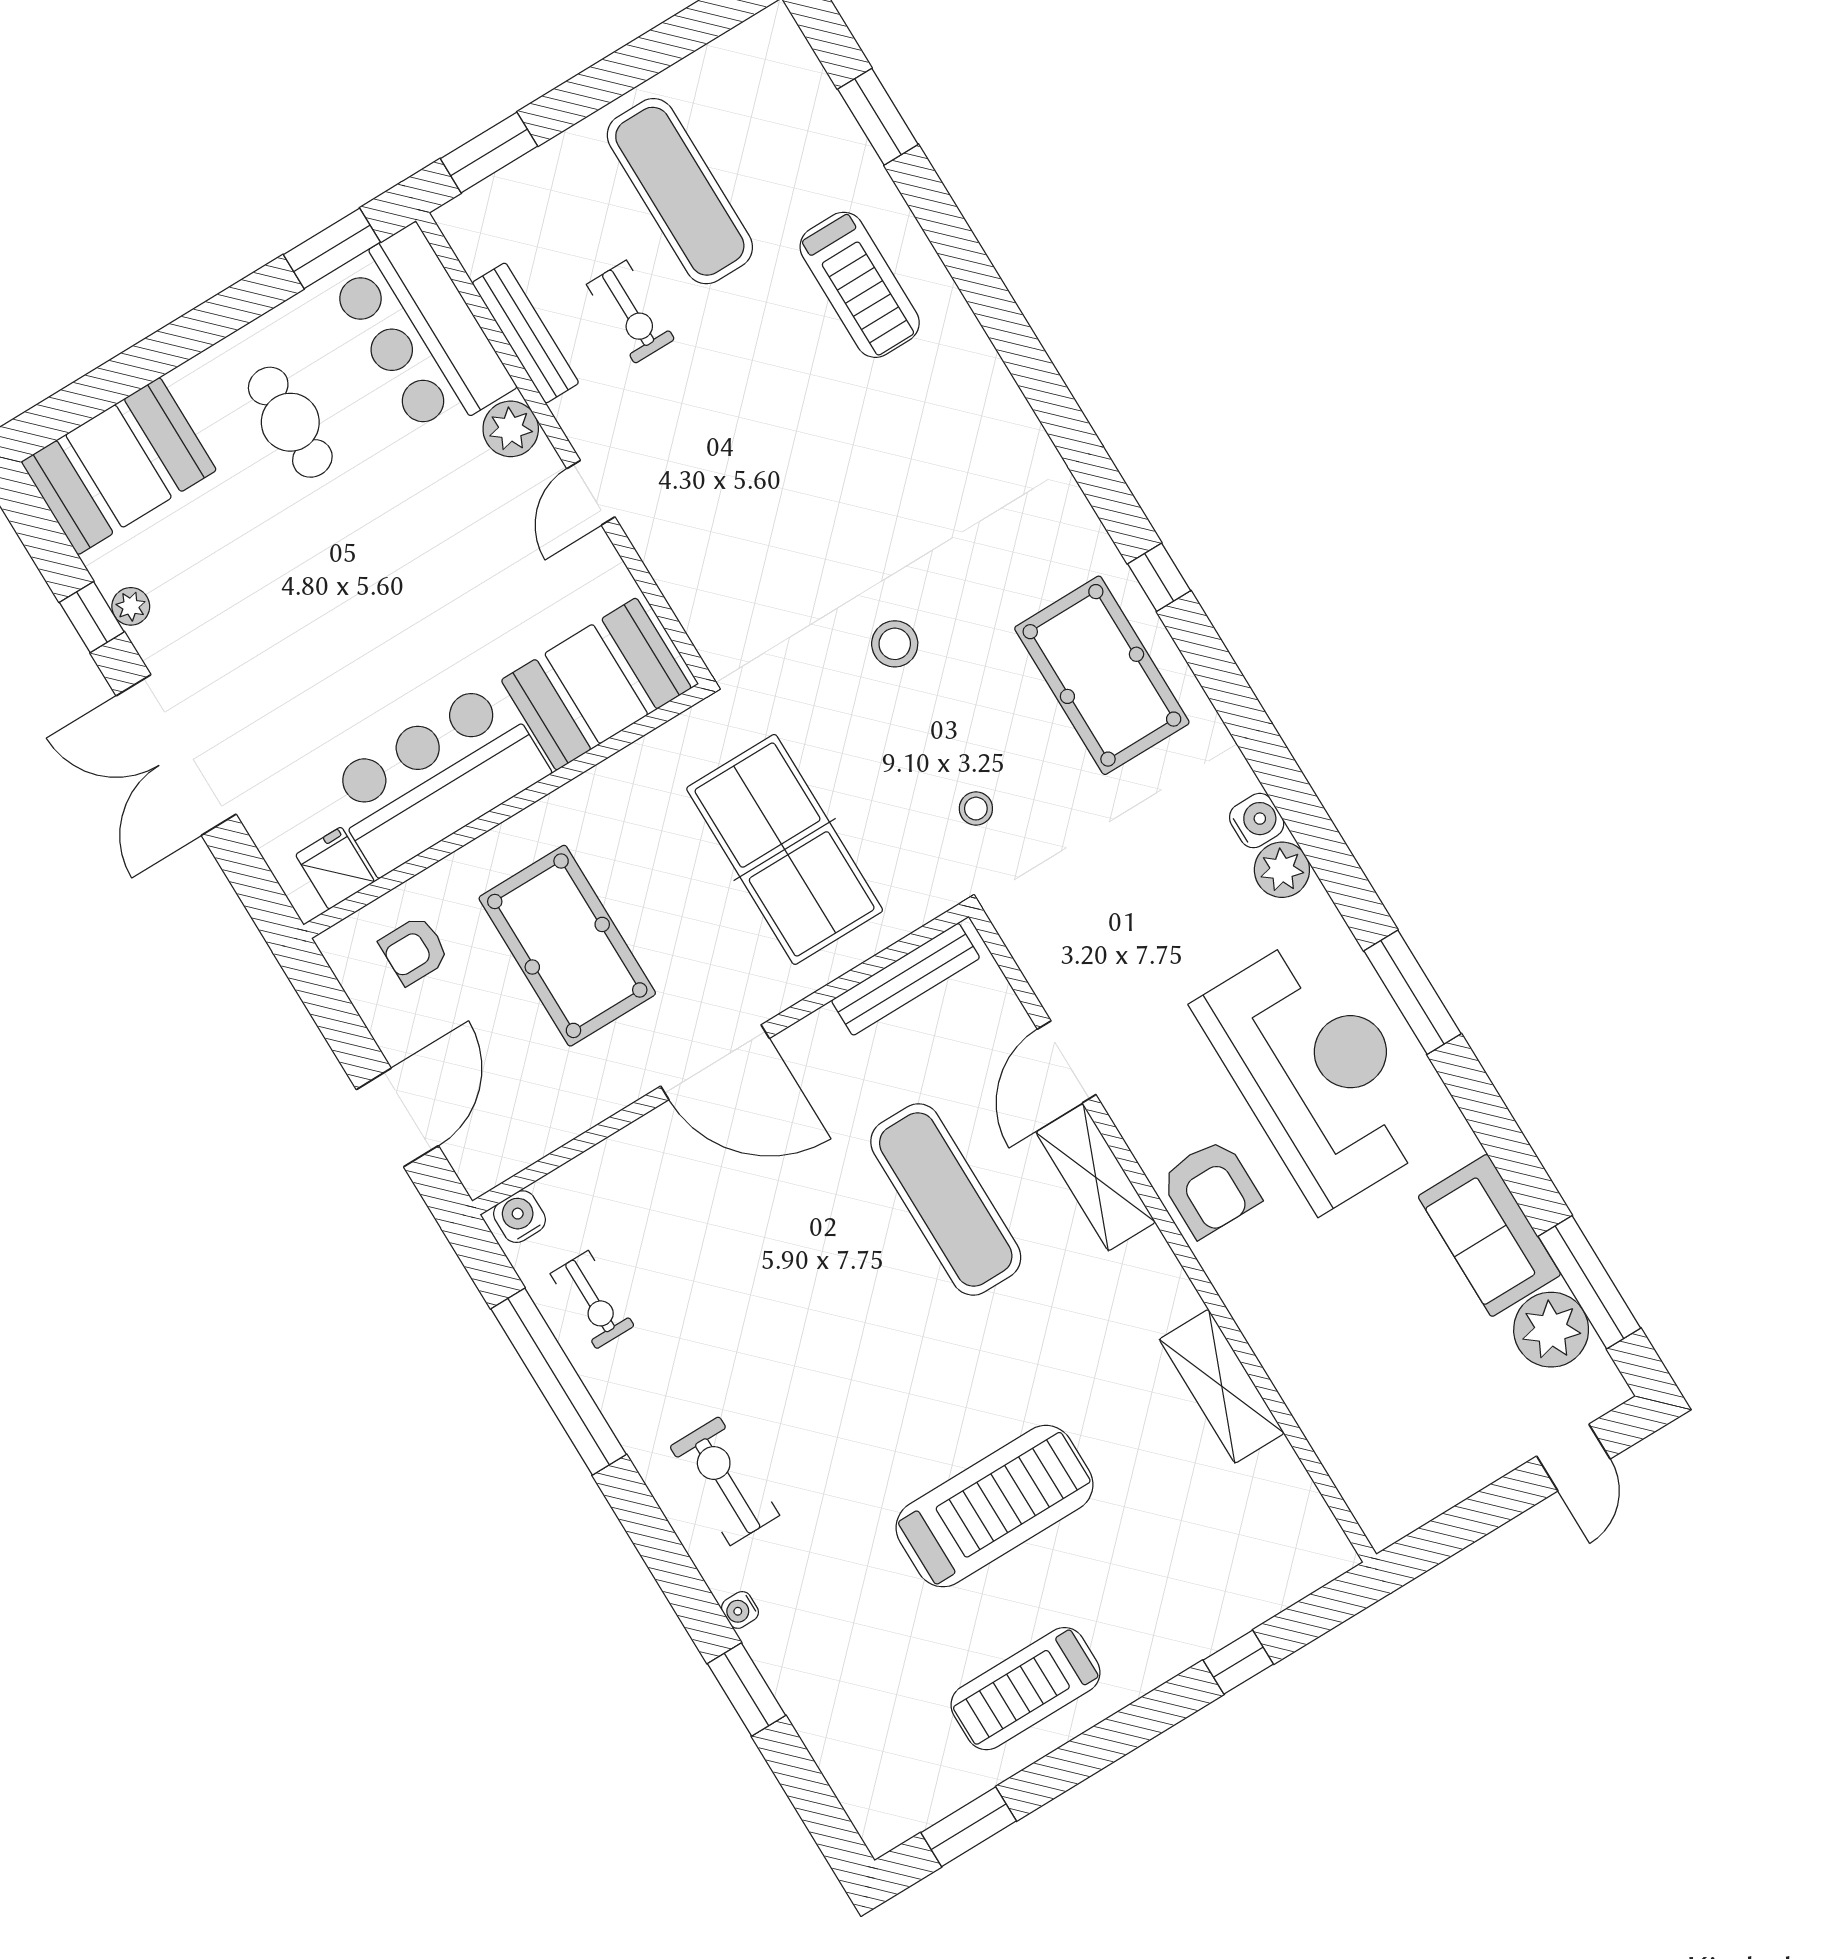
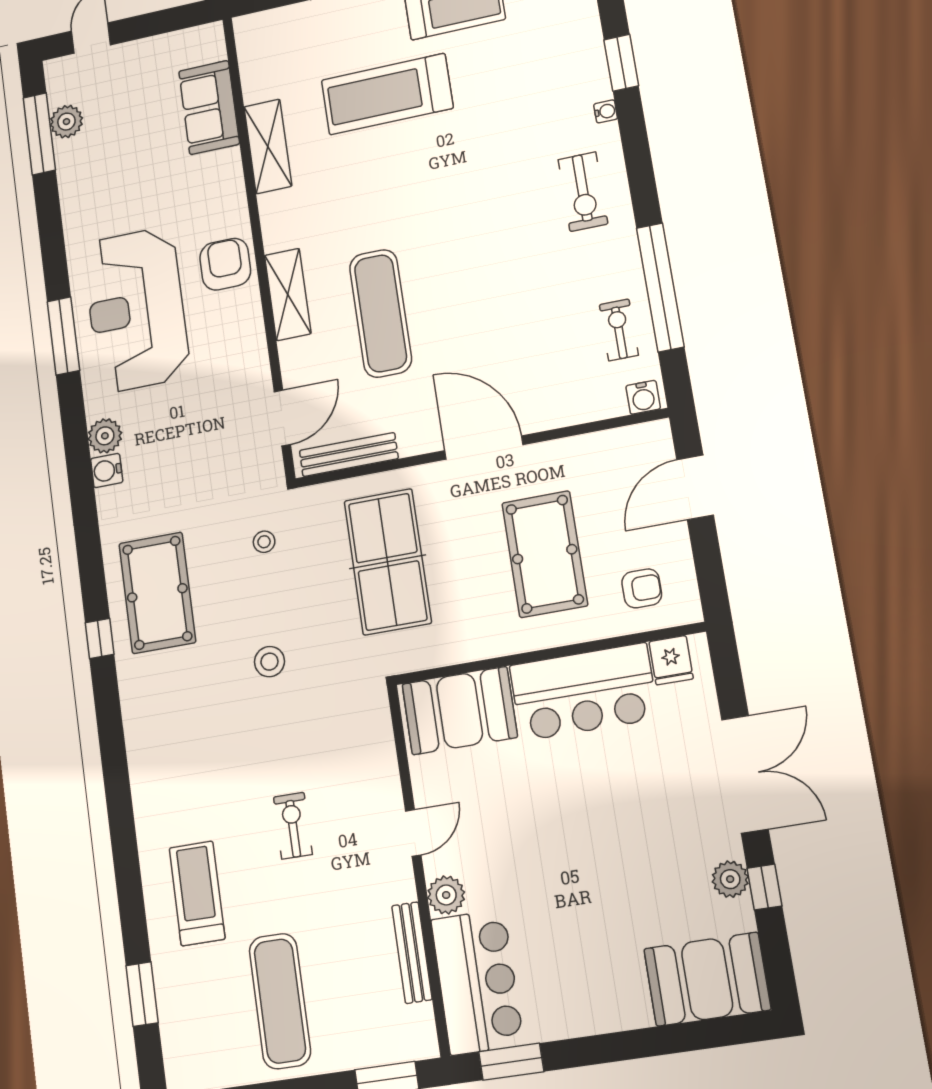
exercise bike: (631, 312) -> (293, 826), moved
cafe table: (290, 422) -> (584, 960), removed
plant: (131, 606) -> (730, 879), width x1.38, depth x1.38
door: (1067, 1062) -> (282, 418), moved
sofa: (1489, 1235) -> (209, 107), moved, turned 180
plant: (1551, 1330) -> (66, 122), width x0.73, depth x0.73
treadmill: (995, 1506) -> (387, 94), moved

